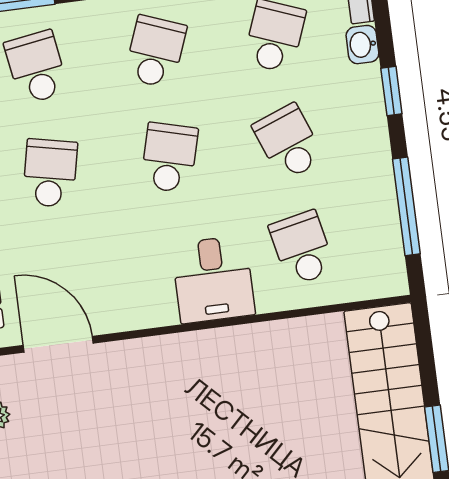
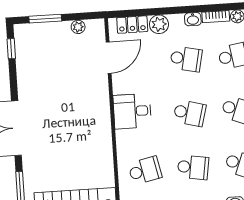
school desk: (288, 142) -> (193, 167), turned 30
desk: (213, 279) -> (132, 111), moved

